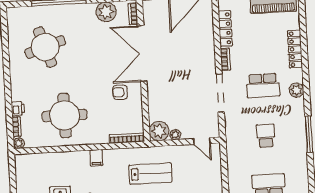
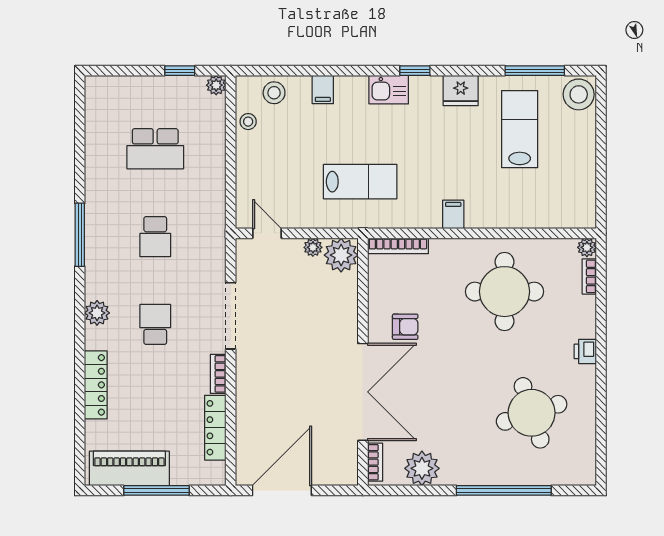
school desk: (263, 86) -> (155, 324), width x0.54
printer: (18, 109) -> (585, 351), moved
lab bench: (150, 174) -> (360, 182), turned 180

